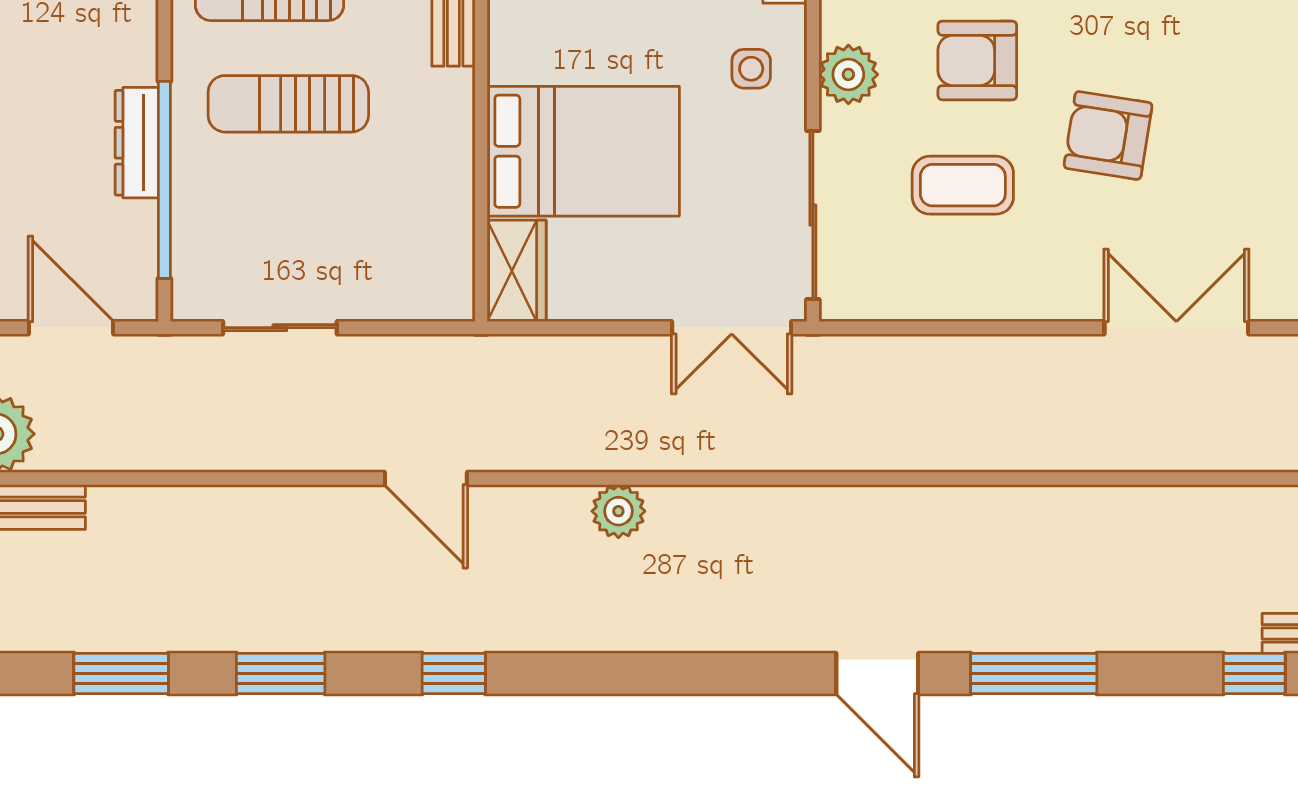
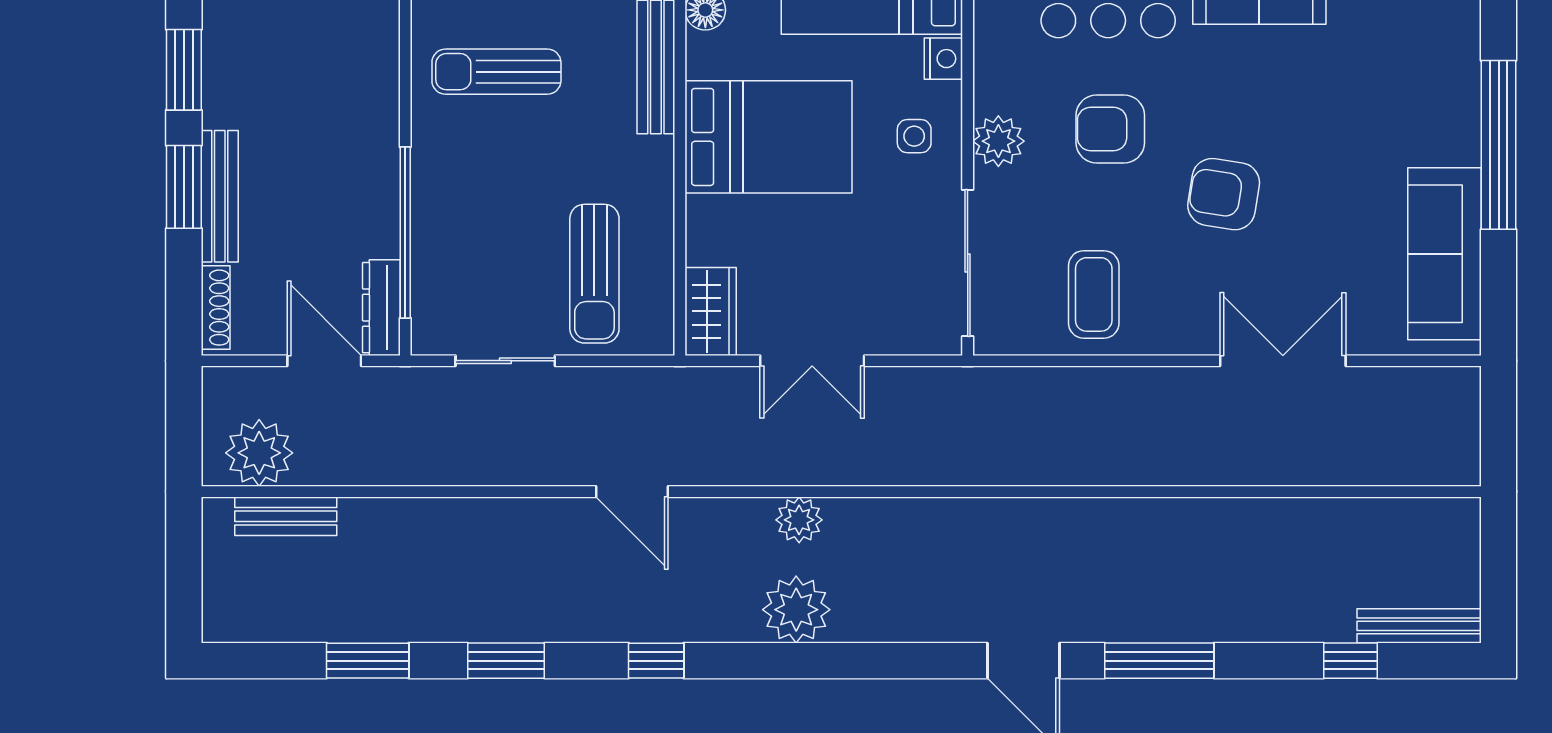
sun lounger: (288, 104) -> (594, 274), moved, turned -90
dresser: (137, 143) -> (381, 308), moved
bed: (583, 151) -> (768, 137), moved
coffee table: (963, 185) -> (1094, 294), moved, turned 90
double door: (732, 328) -> (812, 361), moved
plant: (615, 615) -> (796, 610), added

